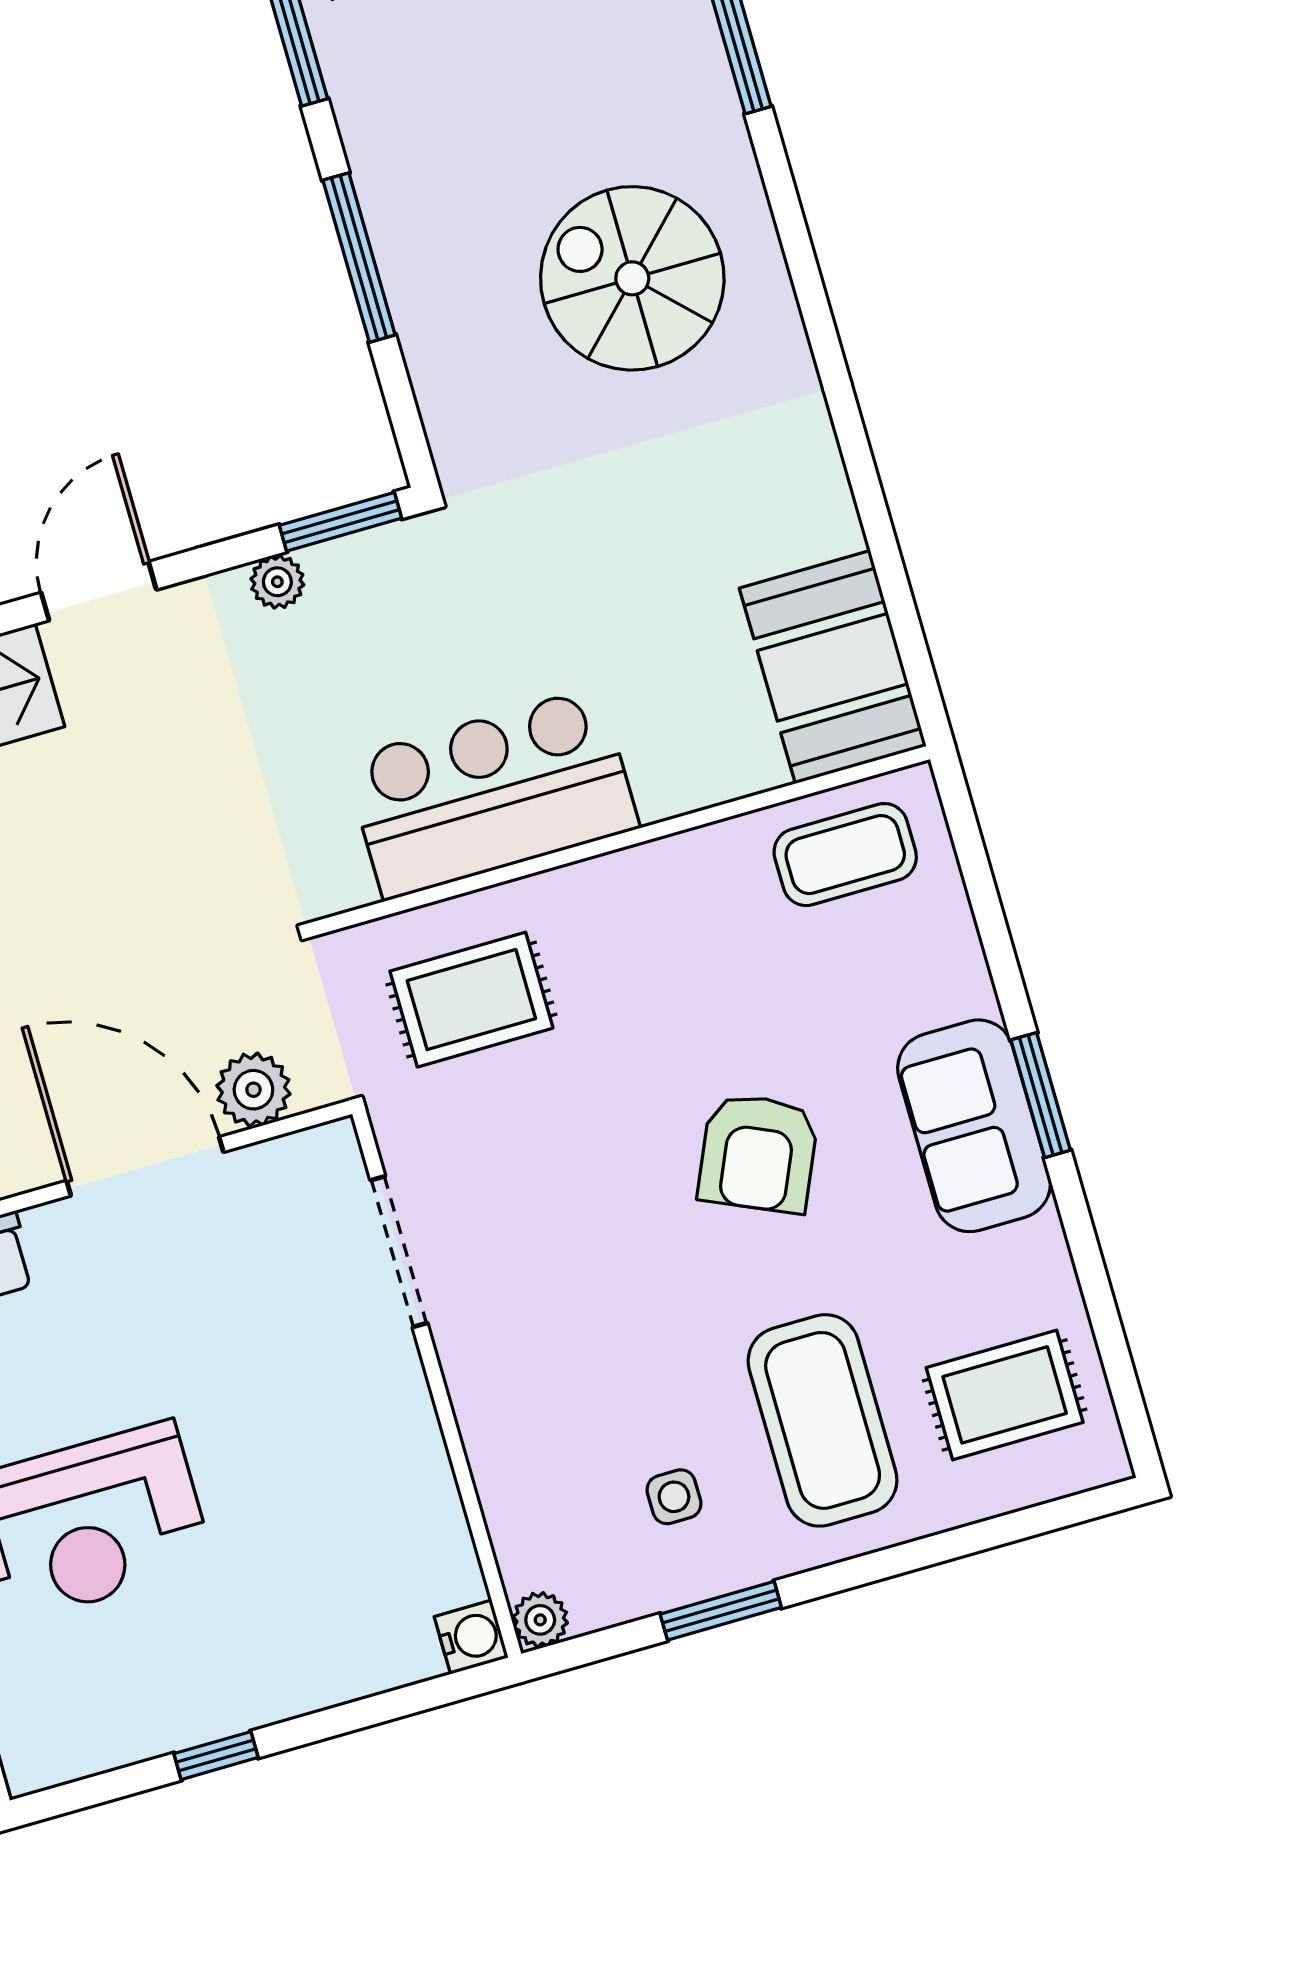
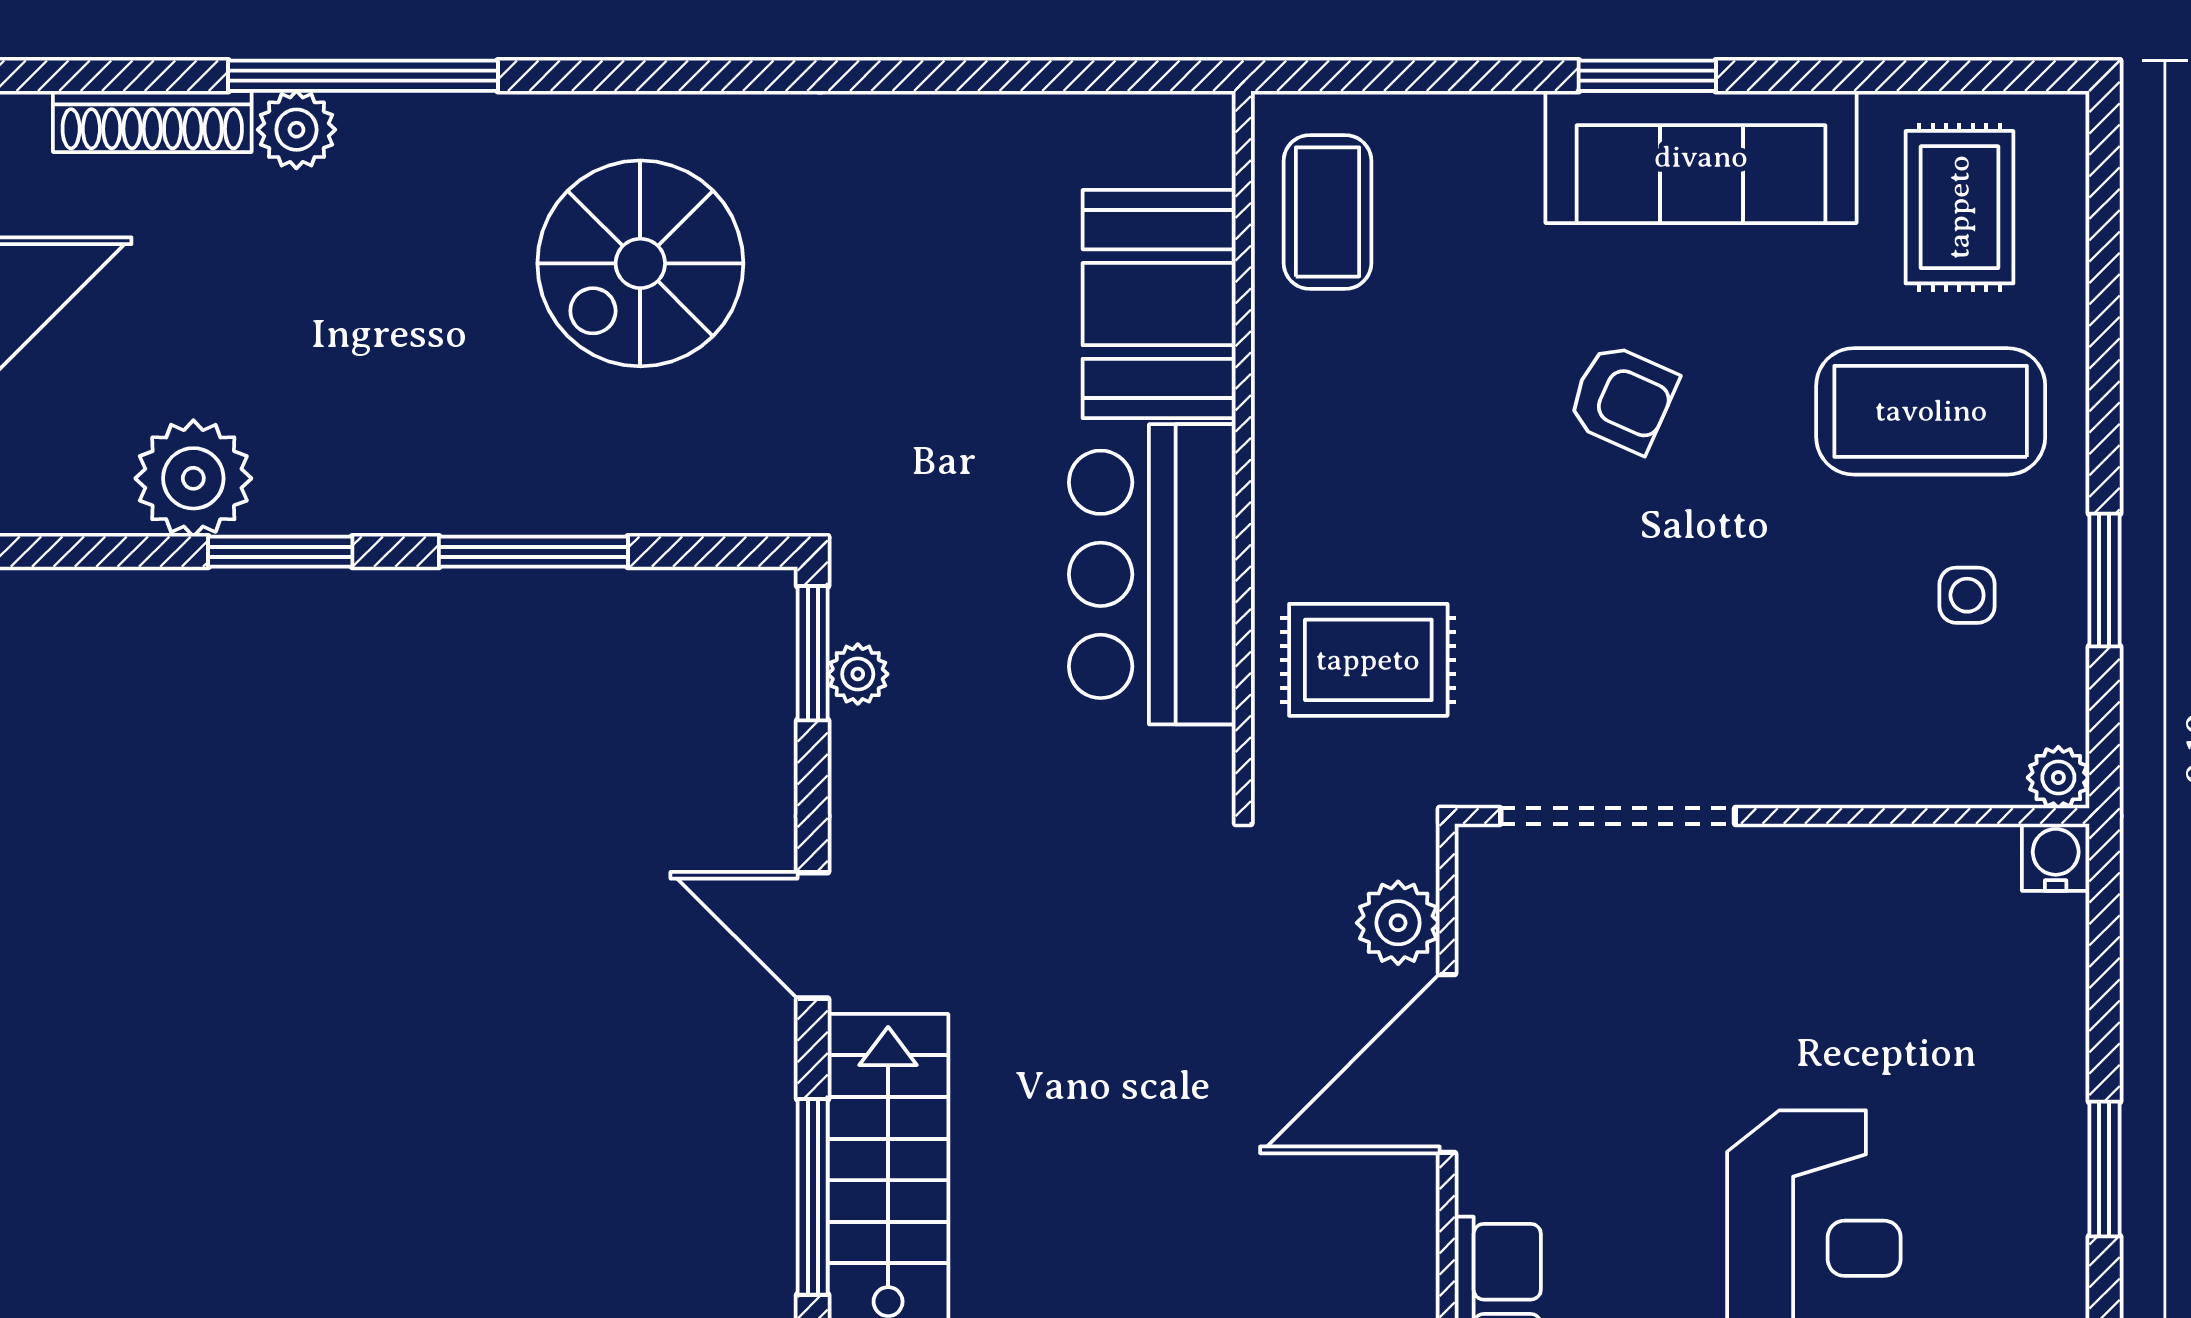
plant: (277, 582) -> (858, 674), moved
booth: (833, 667) -> (1159, 304), moved, turned 90
rug: (471, 1000) -> (1368, 660), turned 90
sofa: (974, 1126) -> (1701, 157), width x1.36
armchair: (758, 1153) -> (1622, 398), width x0.72, depth x0.72
doorway: (399, 1252) -> (1618, 816), width x1.36
window: (216, 1756) -> (2104, 1169), width x1.50

